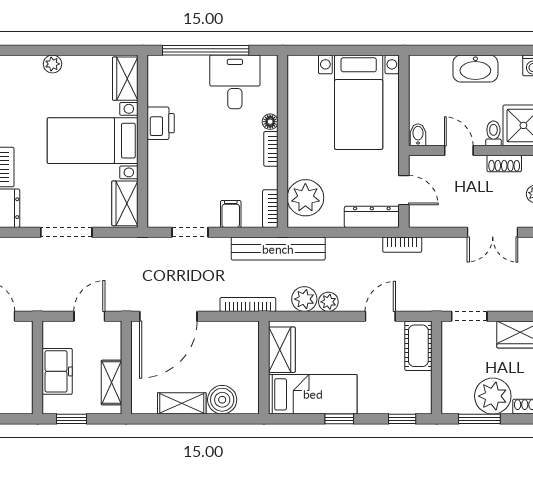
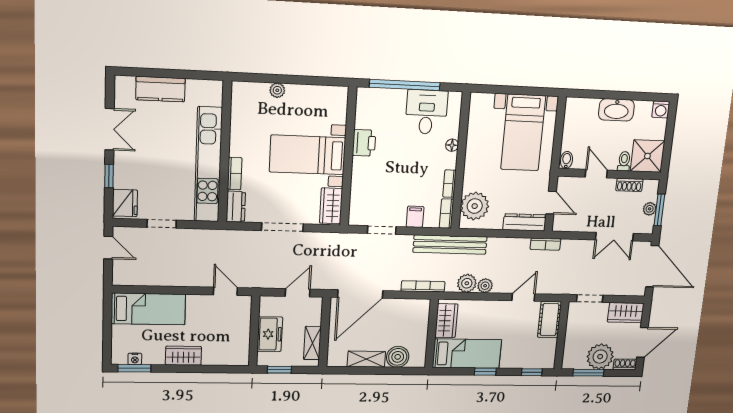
wardrobe: (125, 79) -> (337, 105), removed
bookcase: (271, 149) -> (449, 184), moved

